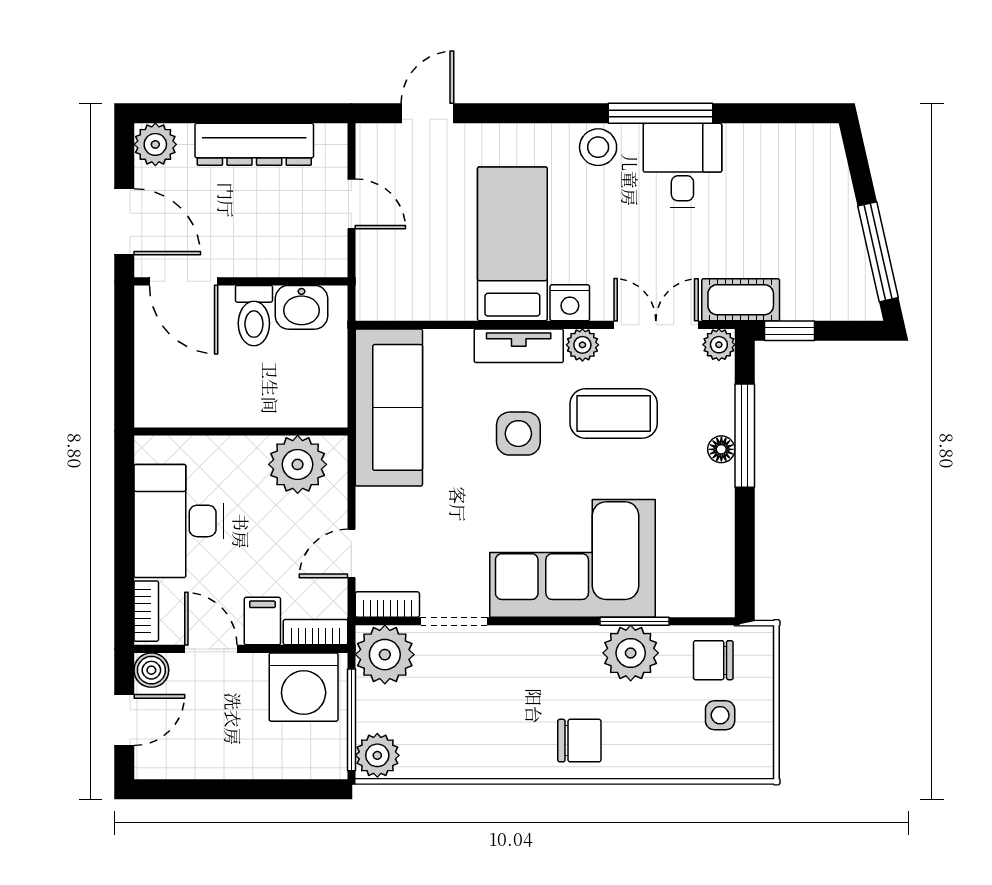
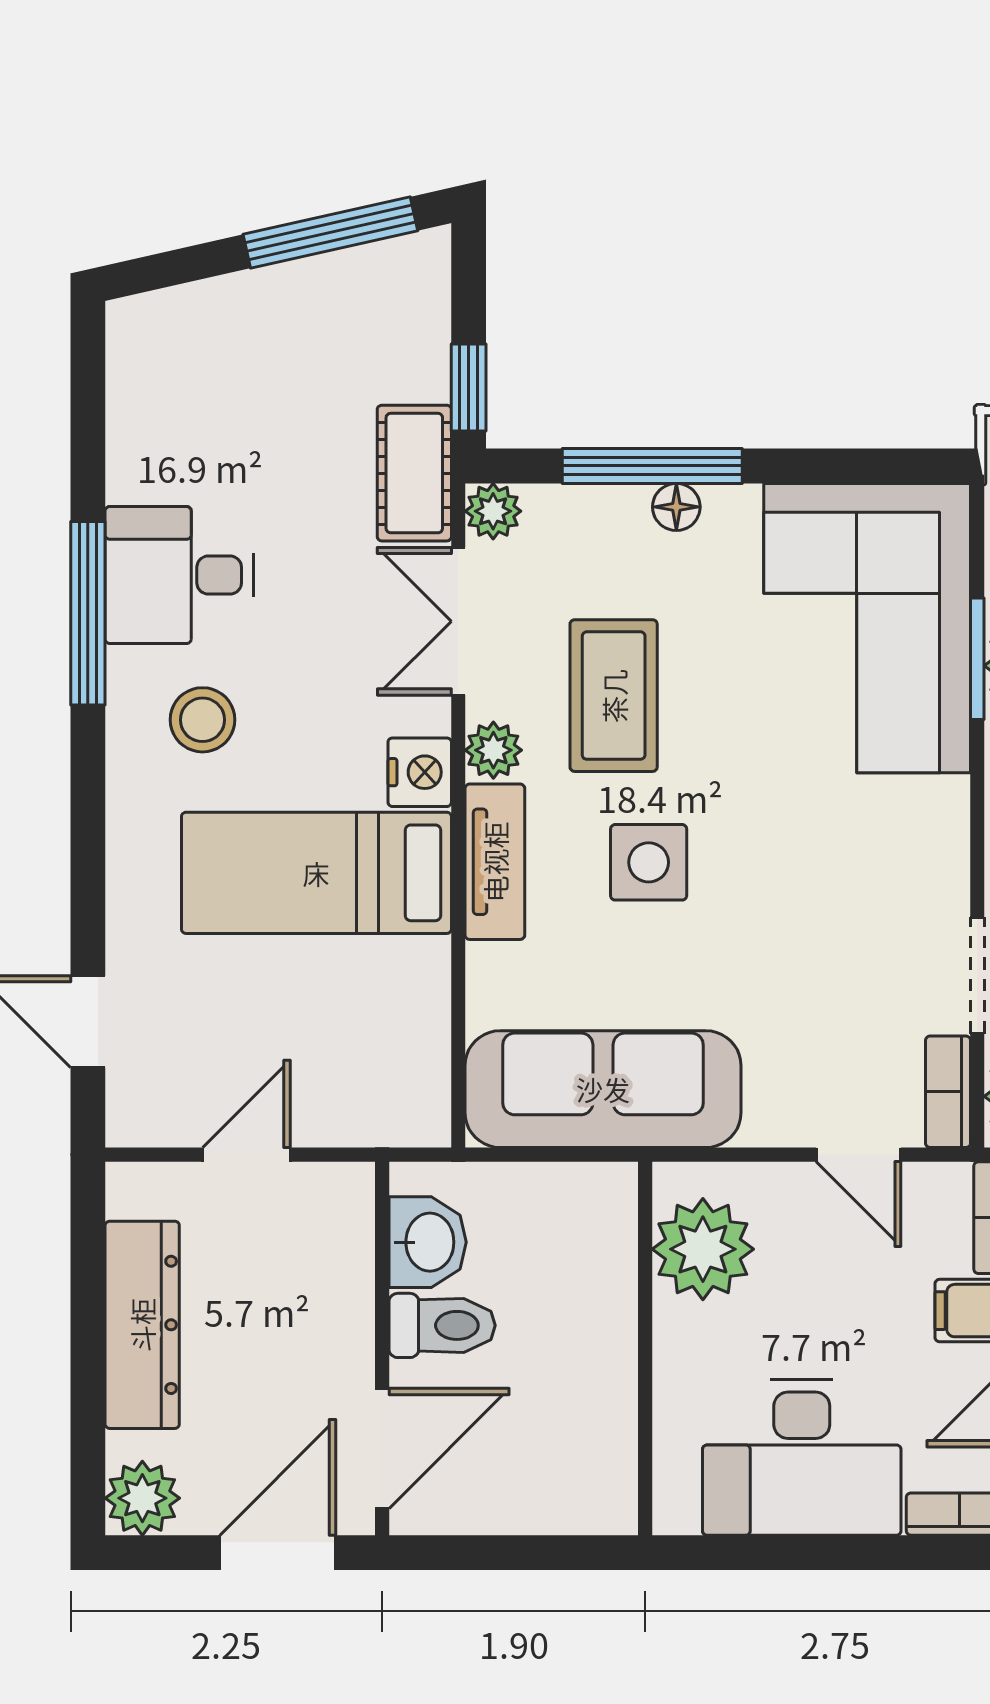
stool: (598, 147) -> (202, 720), moved
corner sofa: (573, 558) -> (867, 628), moved

